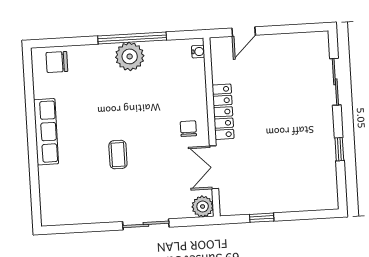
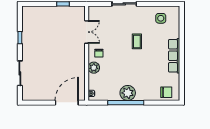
door: (244, 32) -> (67, 103), width x1.88
locker: (223, 112) -> (80, 61), removed
side table: (75, 201) -> (161, 18), added
plant: (203, 206) -> (94, 68), moved

